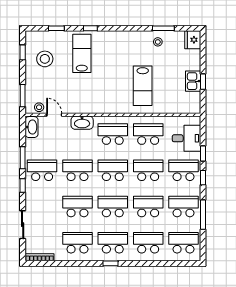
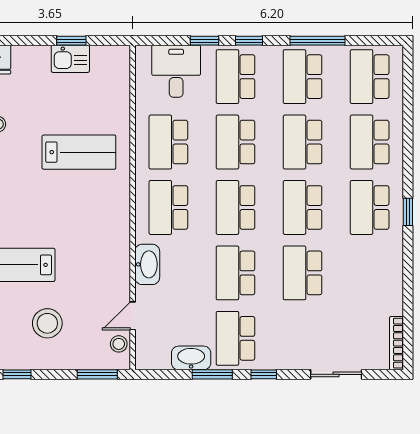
stool: (45, 59) -> (47, 323), moved
washbasin: (32, 127) -> (191, 358), moved
school desk: (77, 243) -> (370, 273), removed

